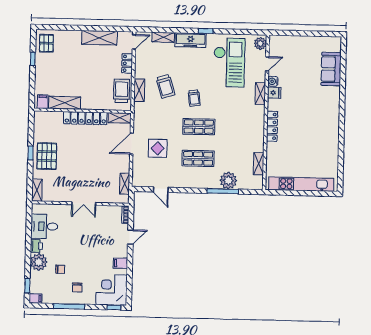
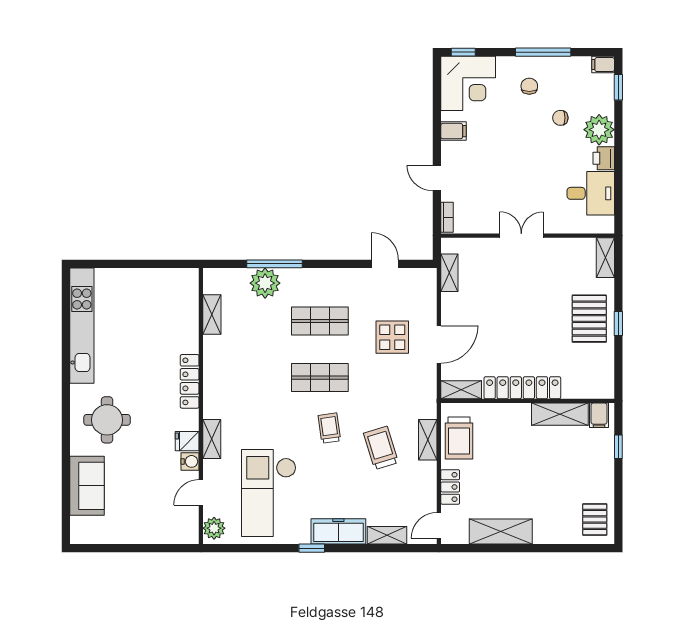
window: (33, 59) -> (618, 447), moved
round table: (319, 106) -> (107, 420), added
kitchen unit: (301, 184) -> (82, 326), moved, turned -90
door: (130, 237) -> (437, 178), hinge flipped

